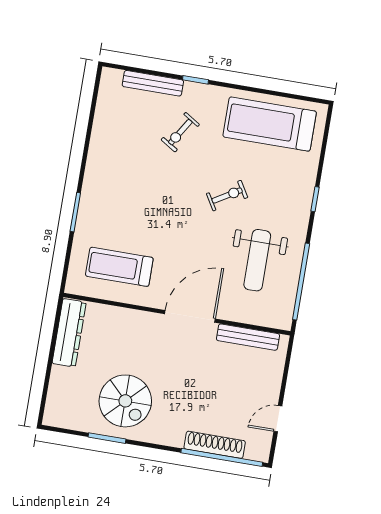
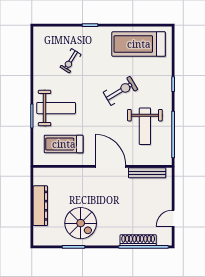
bench: (153, 83) -> (65, 32), removed
exercise bike: (180, 132) -> (71, 61), moved
exercise bike: (227, 196) -> (120, 91), width x1.38, depth x1.39
weight bench: (117, 206) -> (56, 108), added
door: (190, 316) -> (111, 166), hinge flipped
dresser: (69, 333) -> (40, 206), moved

